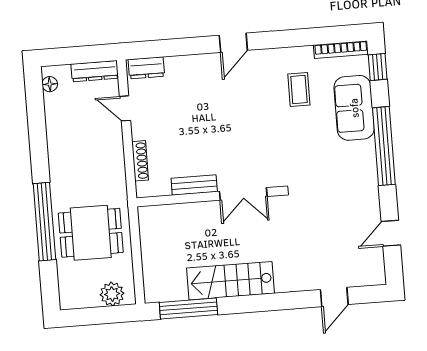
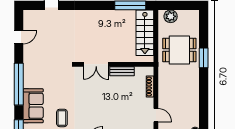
double door: (243, 194) -> (96, 64), swing flipped
window: (44, 222) -> (204, 58), width x0.47
stairs: (230, 281) -> (145, 33), moved, turned 90

